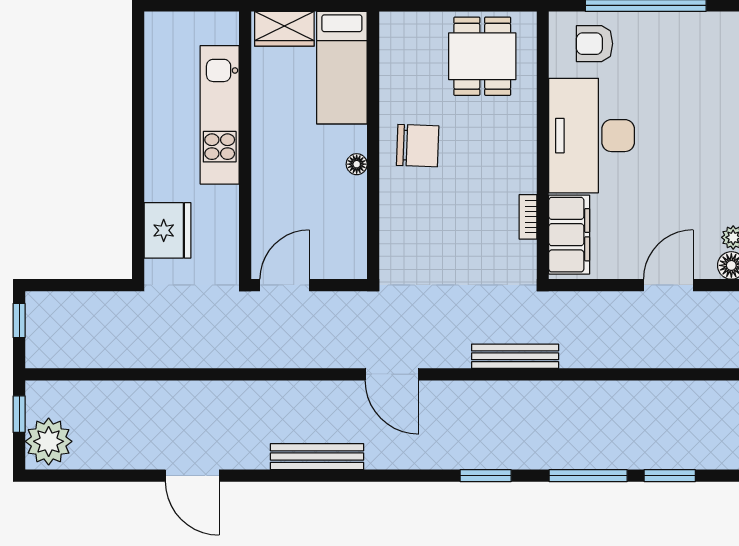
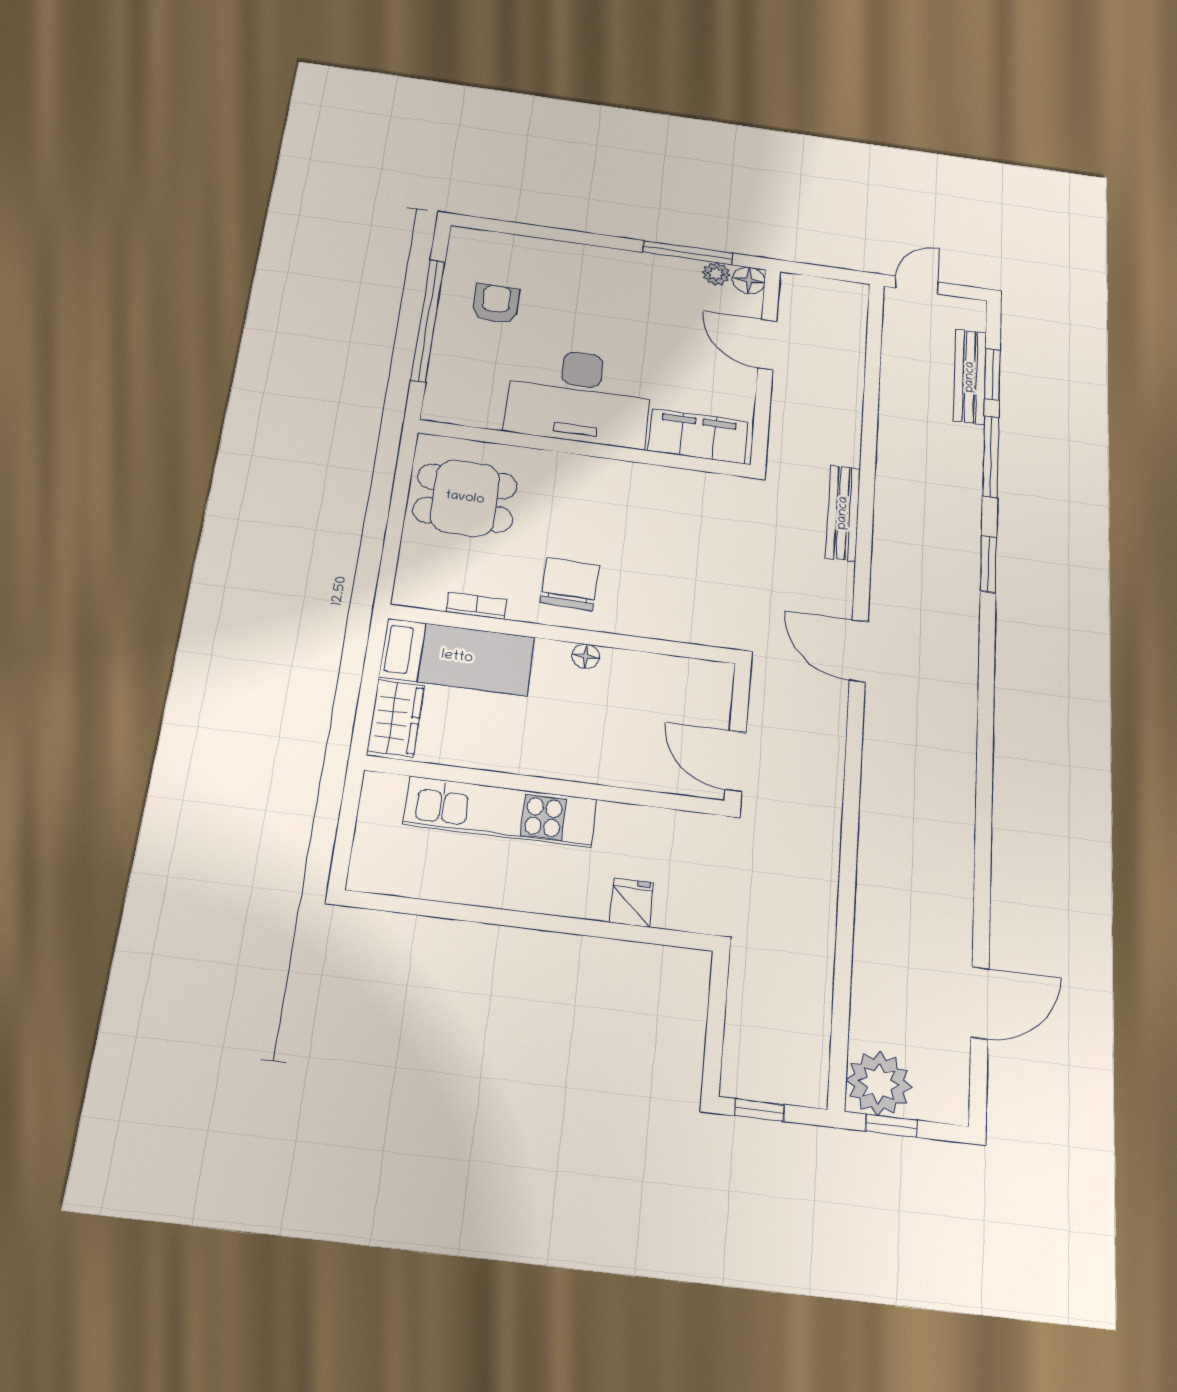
armchair: (594, 44) -> (496, 304), moved, turned 180
bookcase: (528, 217) -> (477, 606), moved, turned 180
fridge: (167, 230) -> (632, 902), width x0.53, depth x0.75
door: (392, 374) -> (859, 651), swing flipped
plant: (49, 441) -> (879, 1083), moved
bench: (317, 457) -> (970, 377), moved
door: (192, 476) -> (980, 1003), moved

